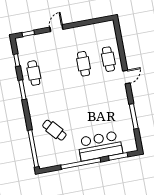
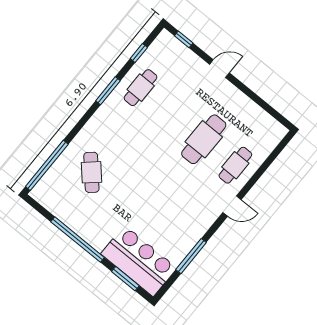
cafe table: (84, 64) -> (204, 139), width x1.37, depth x1.35
bar counter: (100, 146) -> (139, 261), moved

